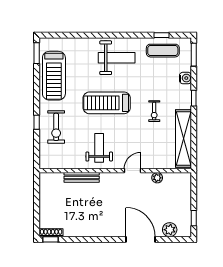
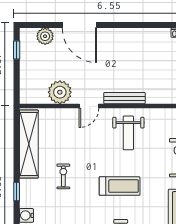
treadmill: (107, 103) -> (120, 186), width x0.73, depth x0.73
bench: (82, 177) -> (125, 98), moved
plant: (157, 178) -> (60, 92), width x1.88, depth x1.88

